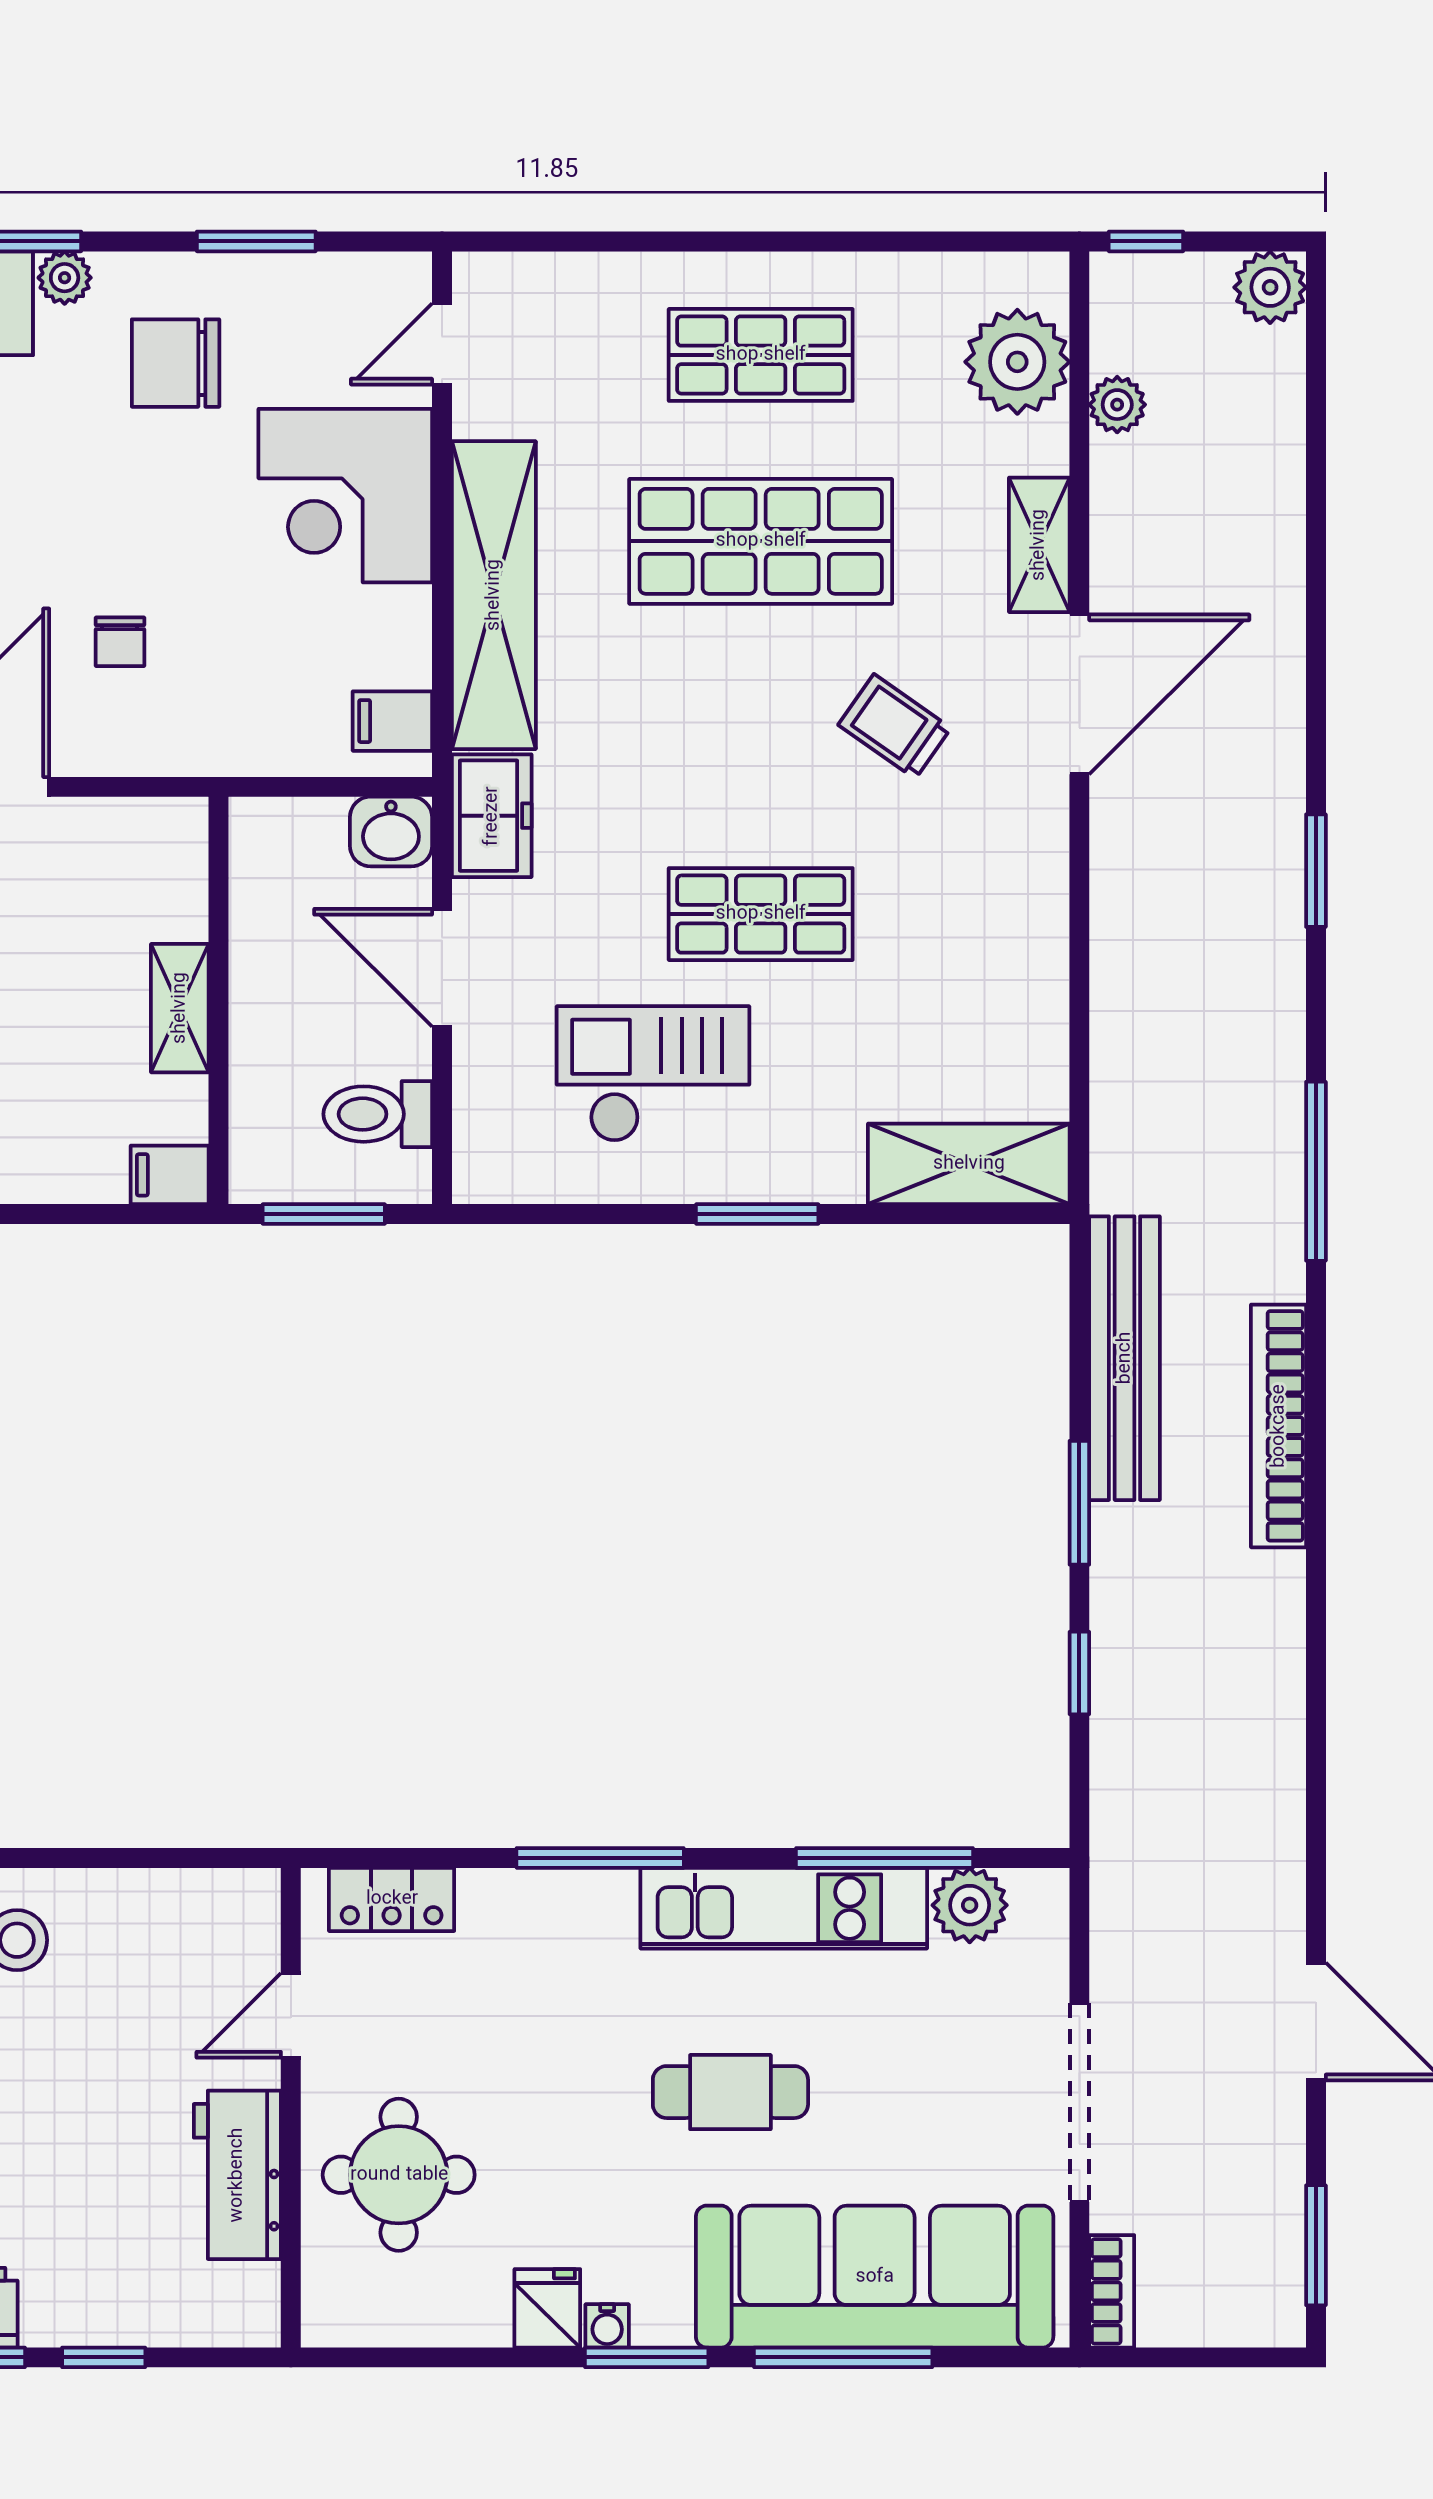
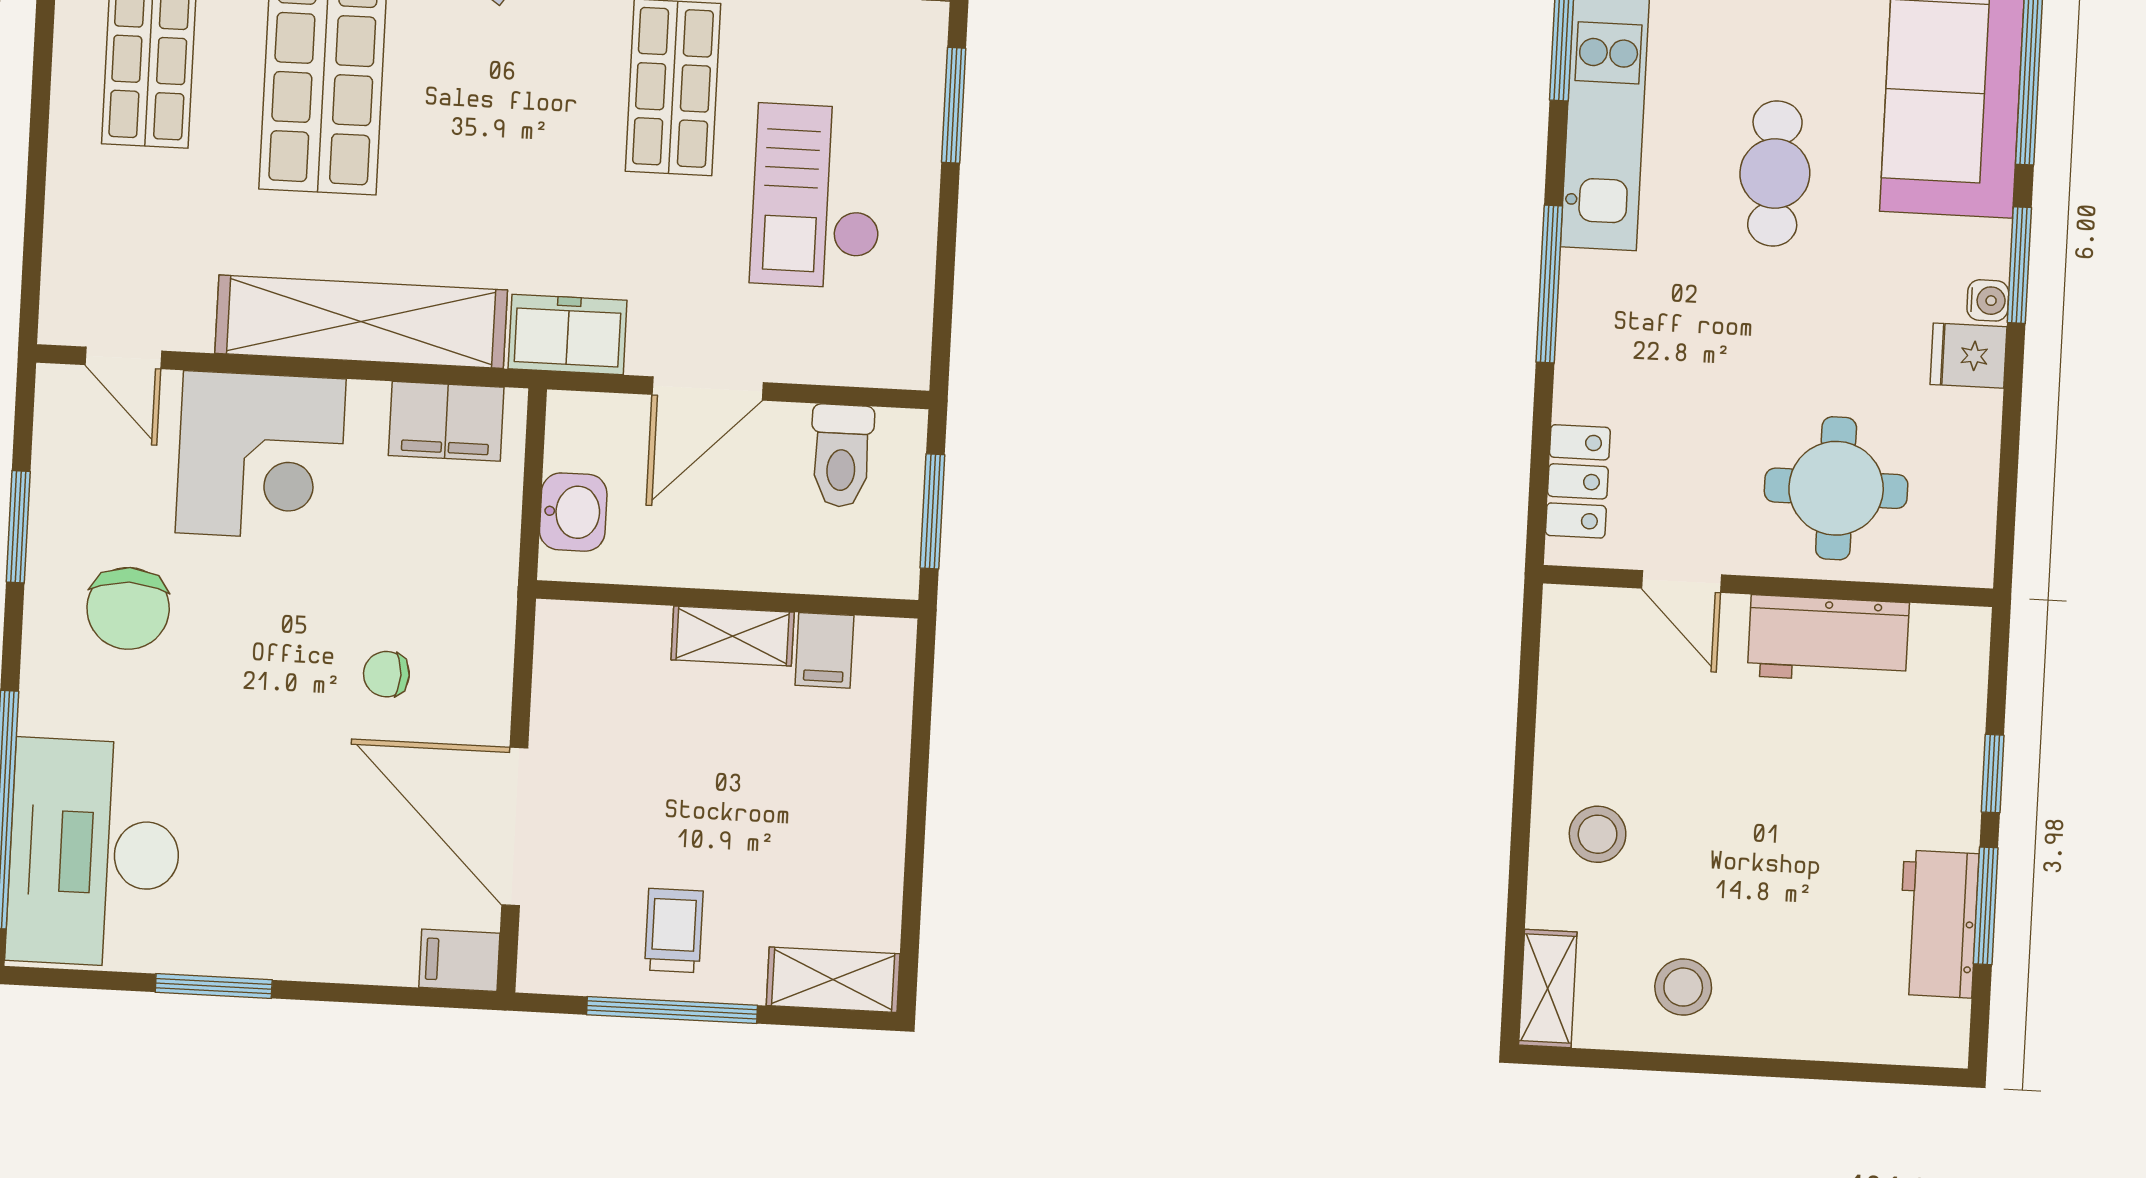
plant: (65, 278) -> (43, 708), removed
chair: (120, 642) -> (386, 674), turned 180
filing cabinet: (392, 721) -> (446, 421), width x2.00
washbasin: (391, 832) -> (573, 512), moved
filing cabinet: (170, 1175) -> (824, 650), moved

